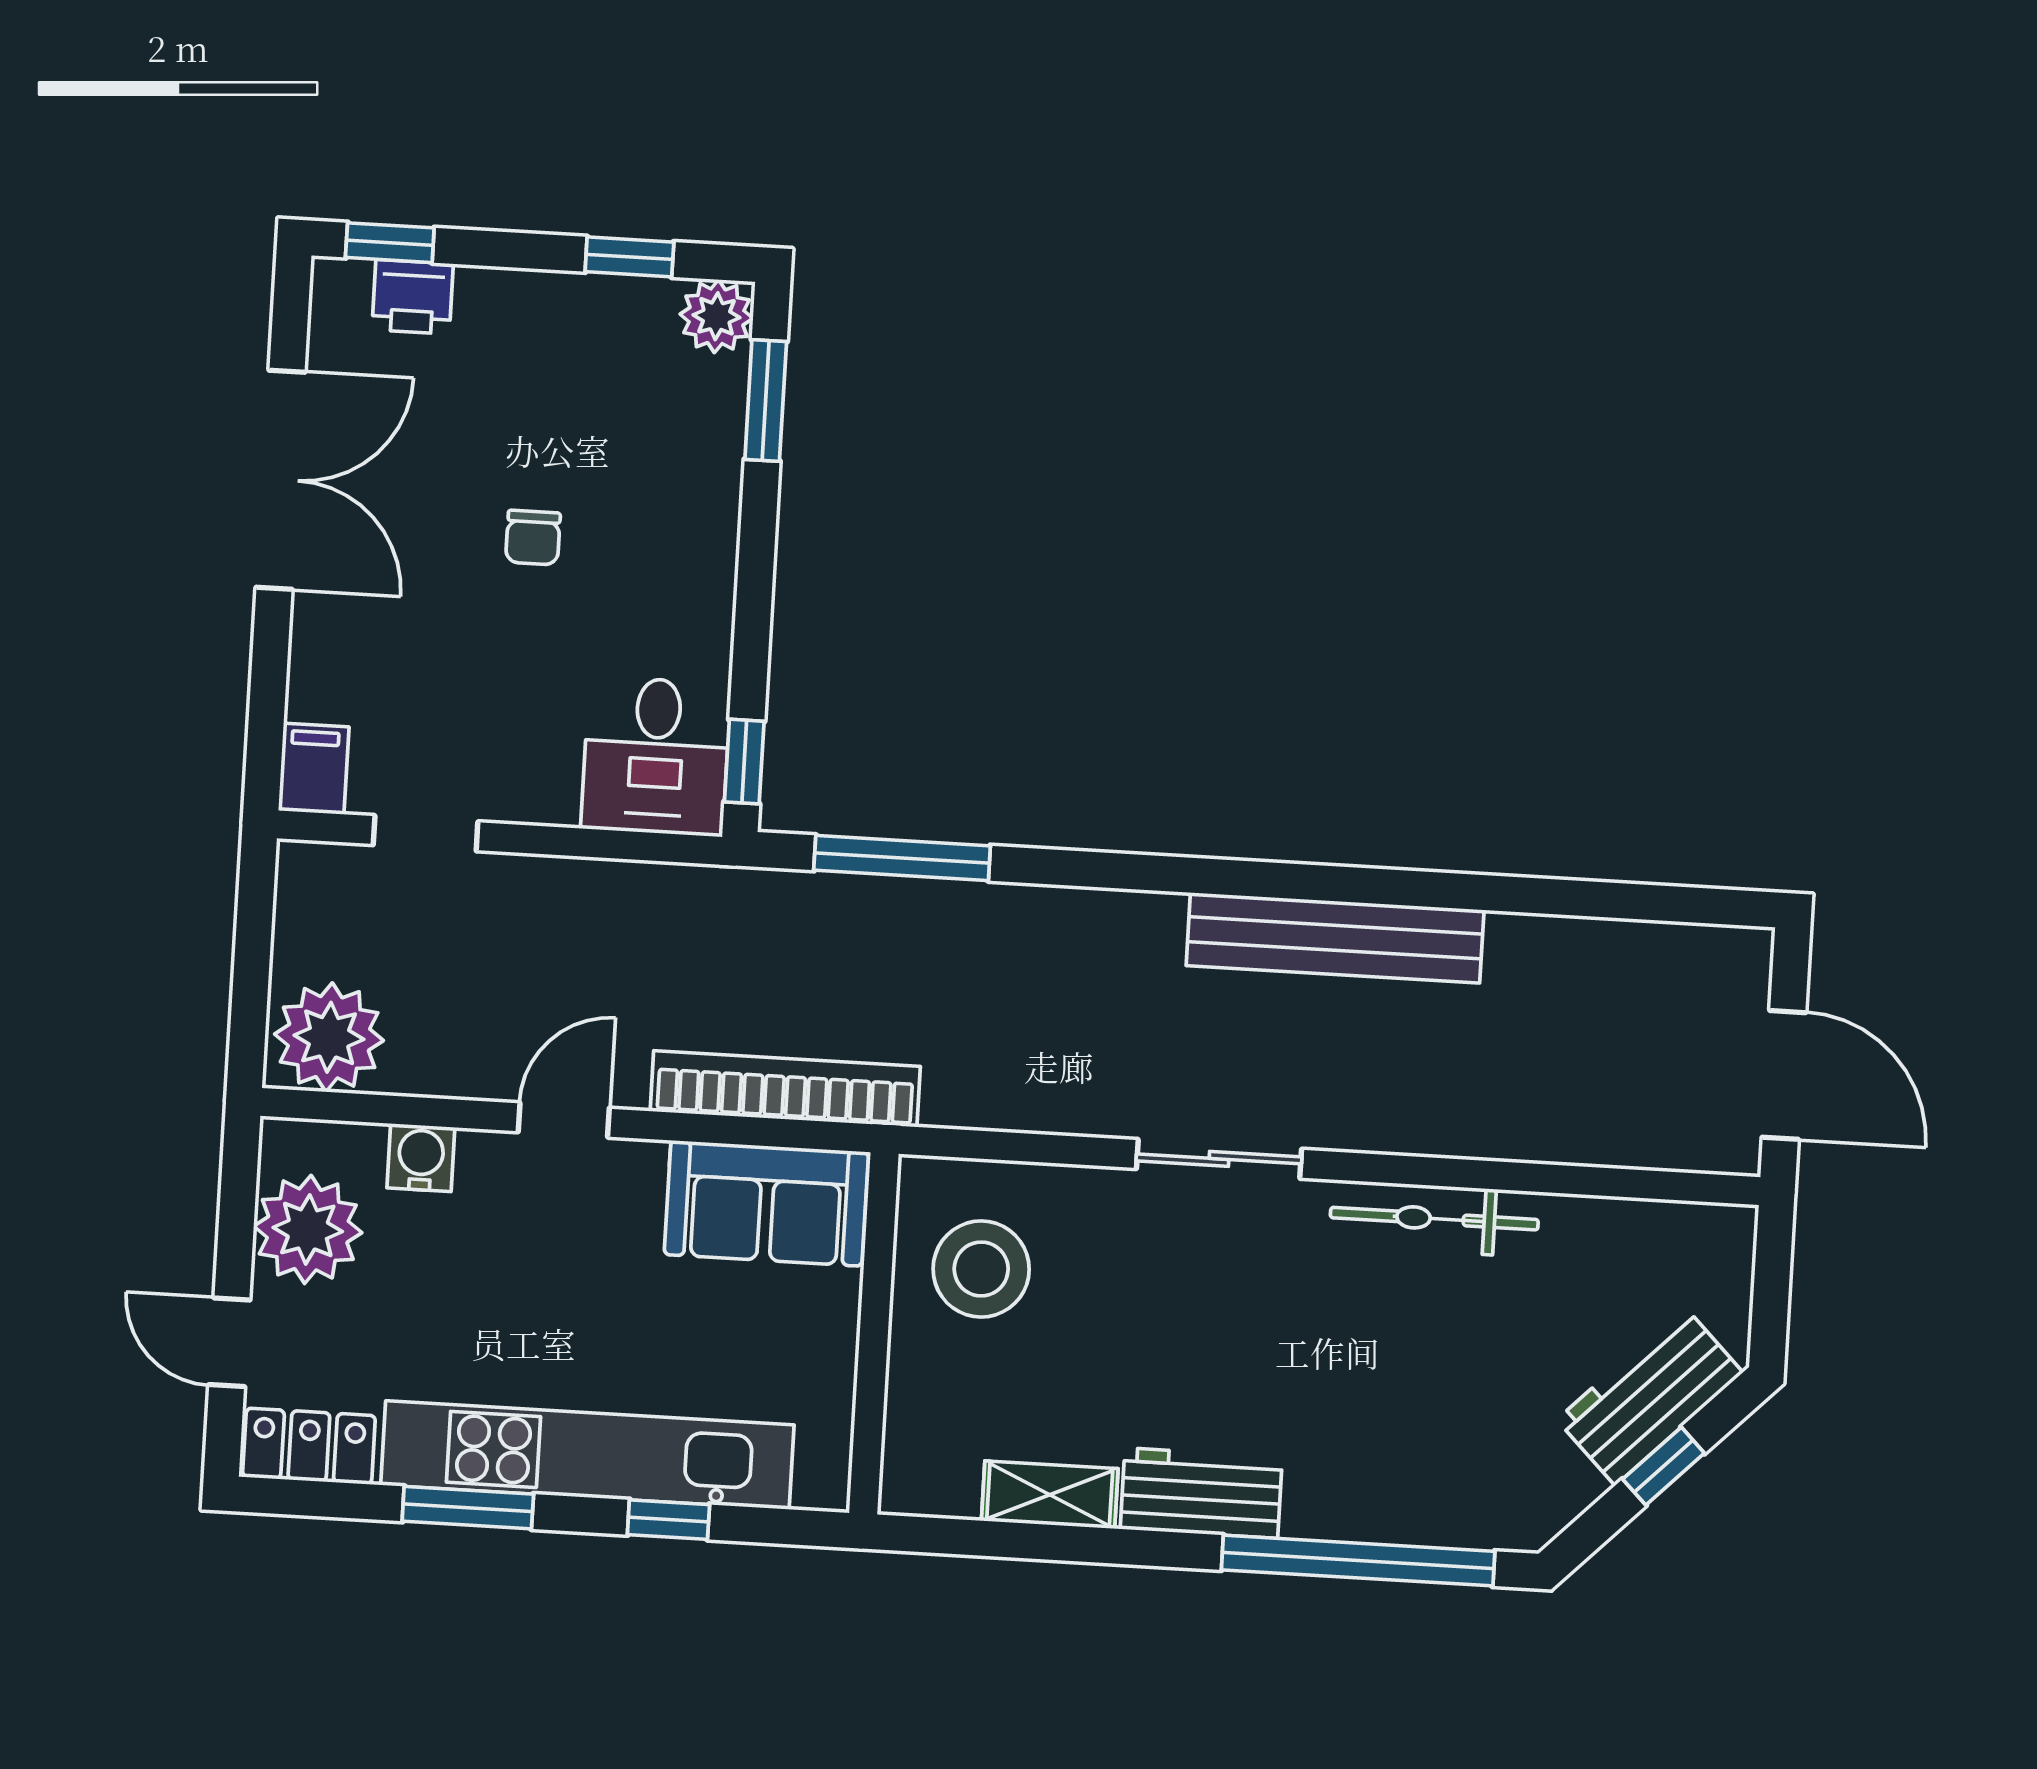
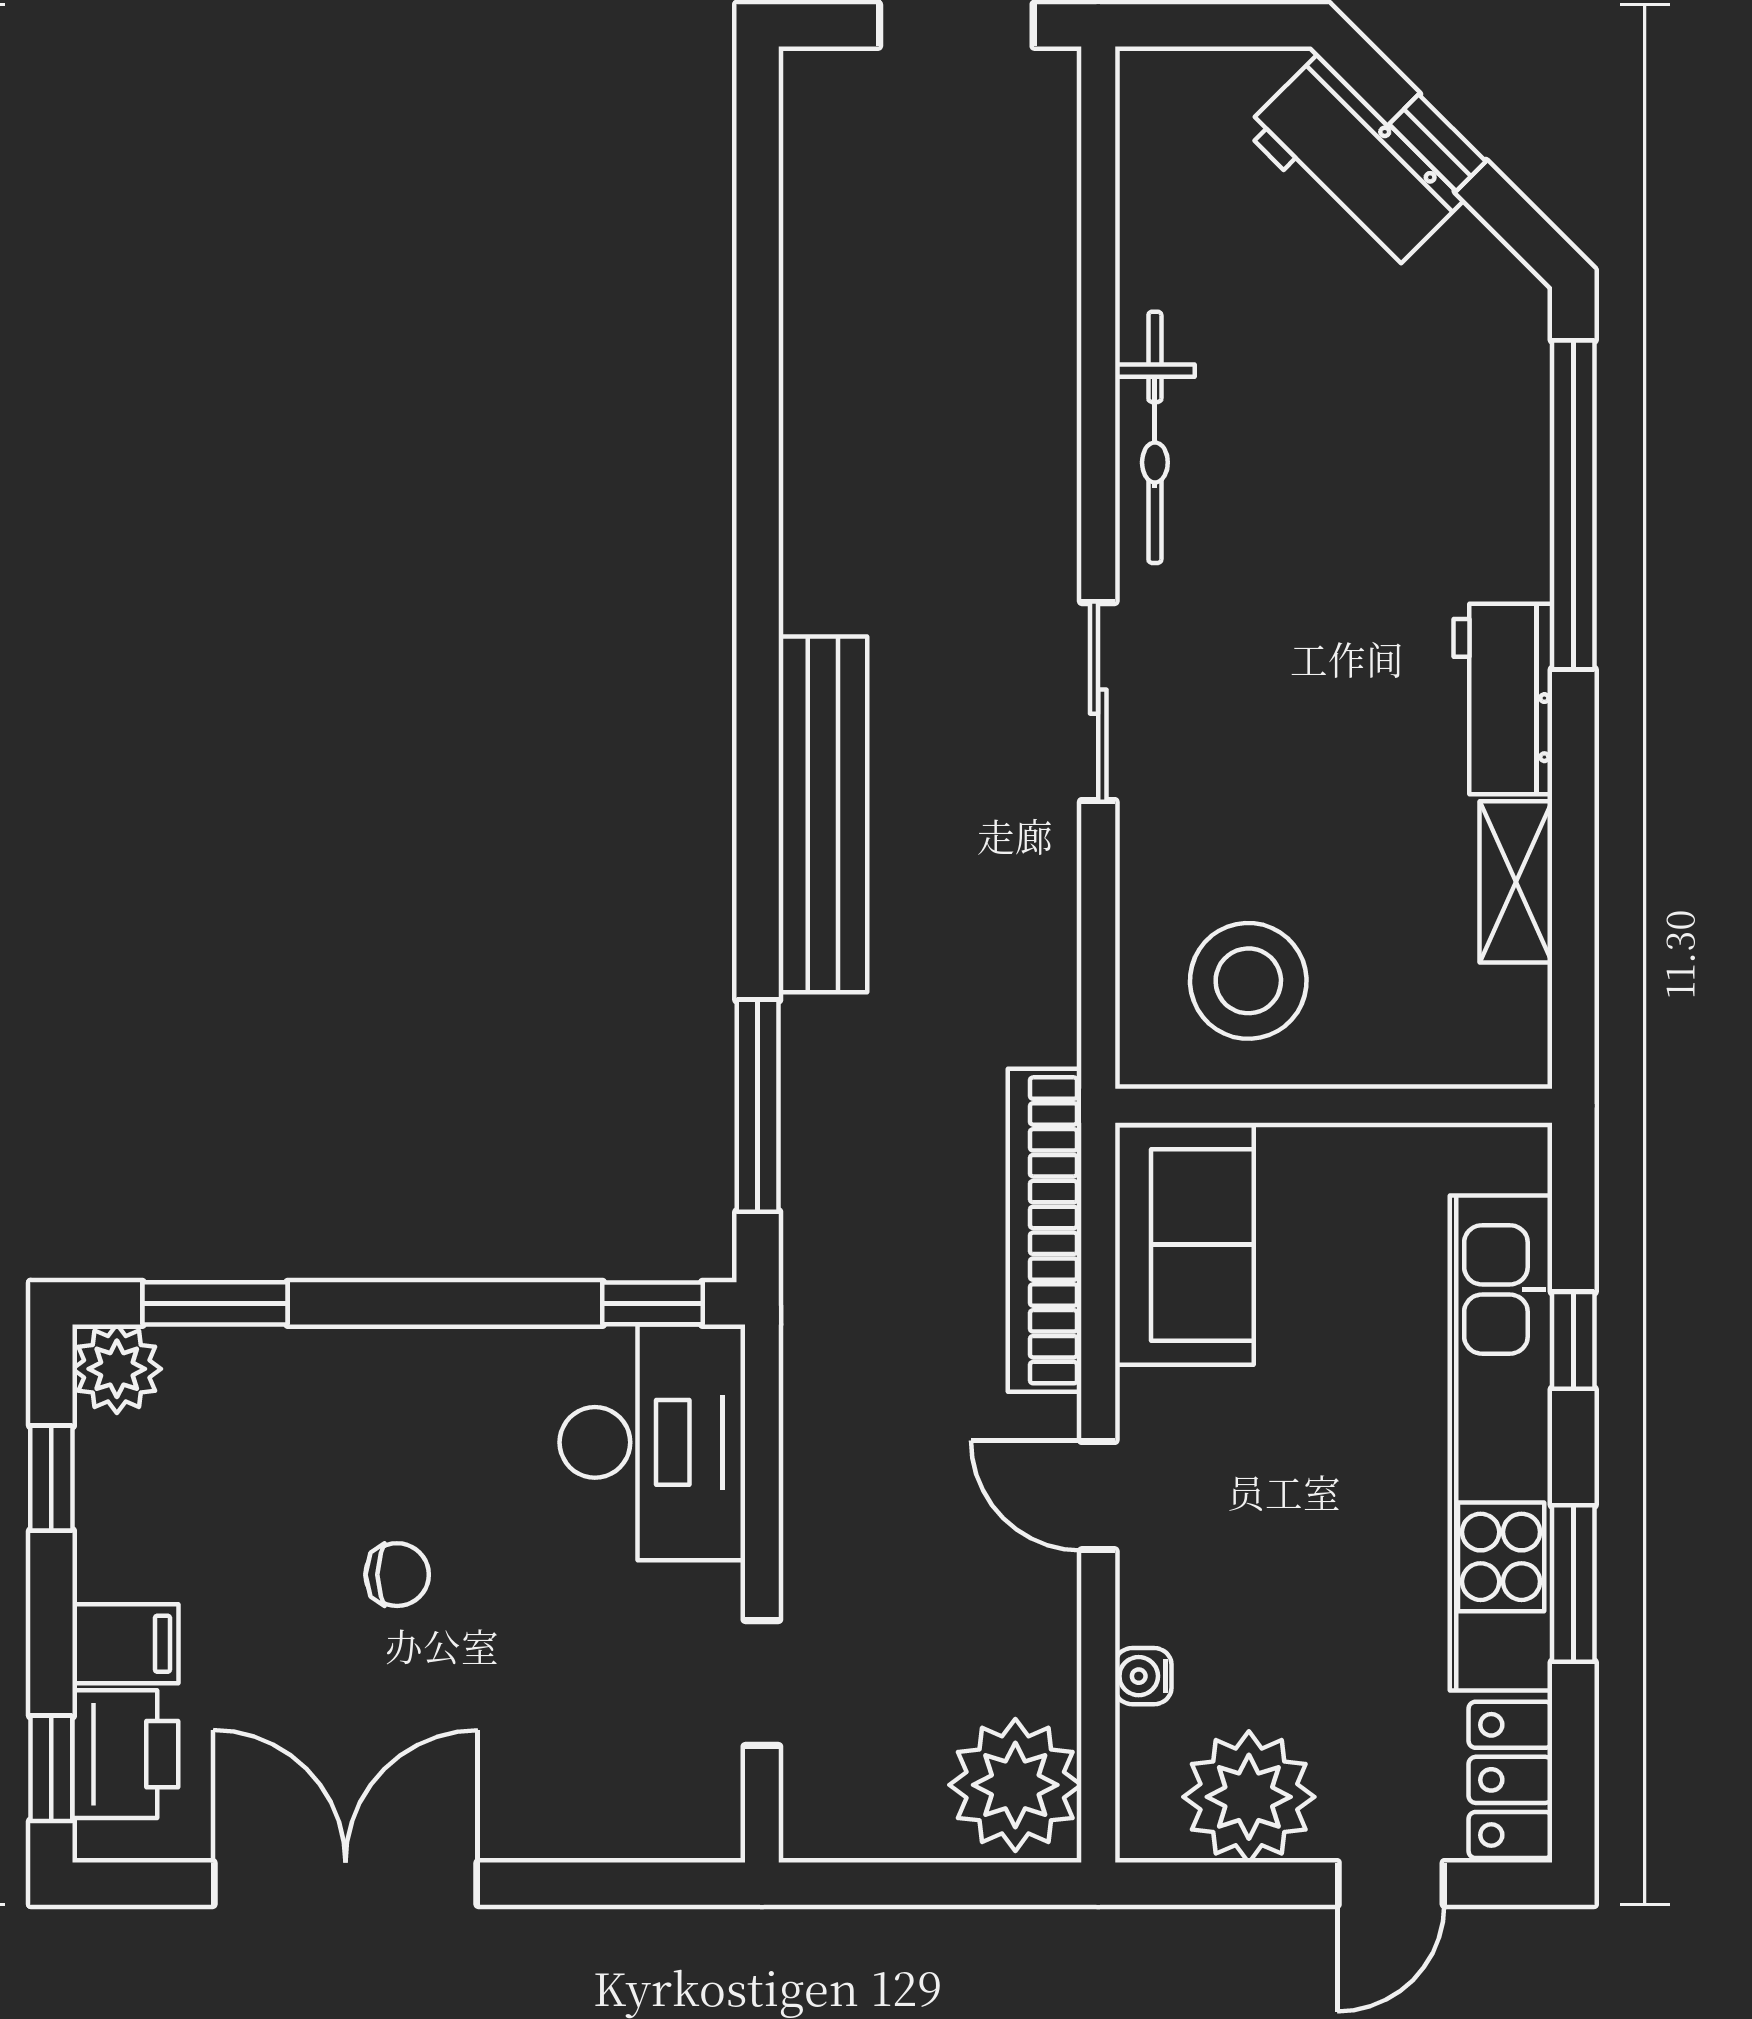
printer: (413, 297) -> (125, 1754), width x1.36, depth x1.24
desk: (656, 756) -> (652, 1442), width x1.37
filing cabinet: (314, 769) -> (125, 1644), moved, turned 180
bench: (1335, 938) -> (823, 814), moved
water cooler: (421, 1158) -> (1143, 1676), width x0.72, depth x0.72

